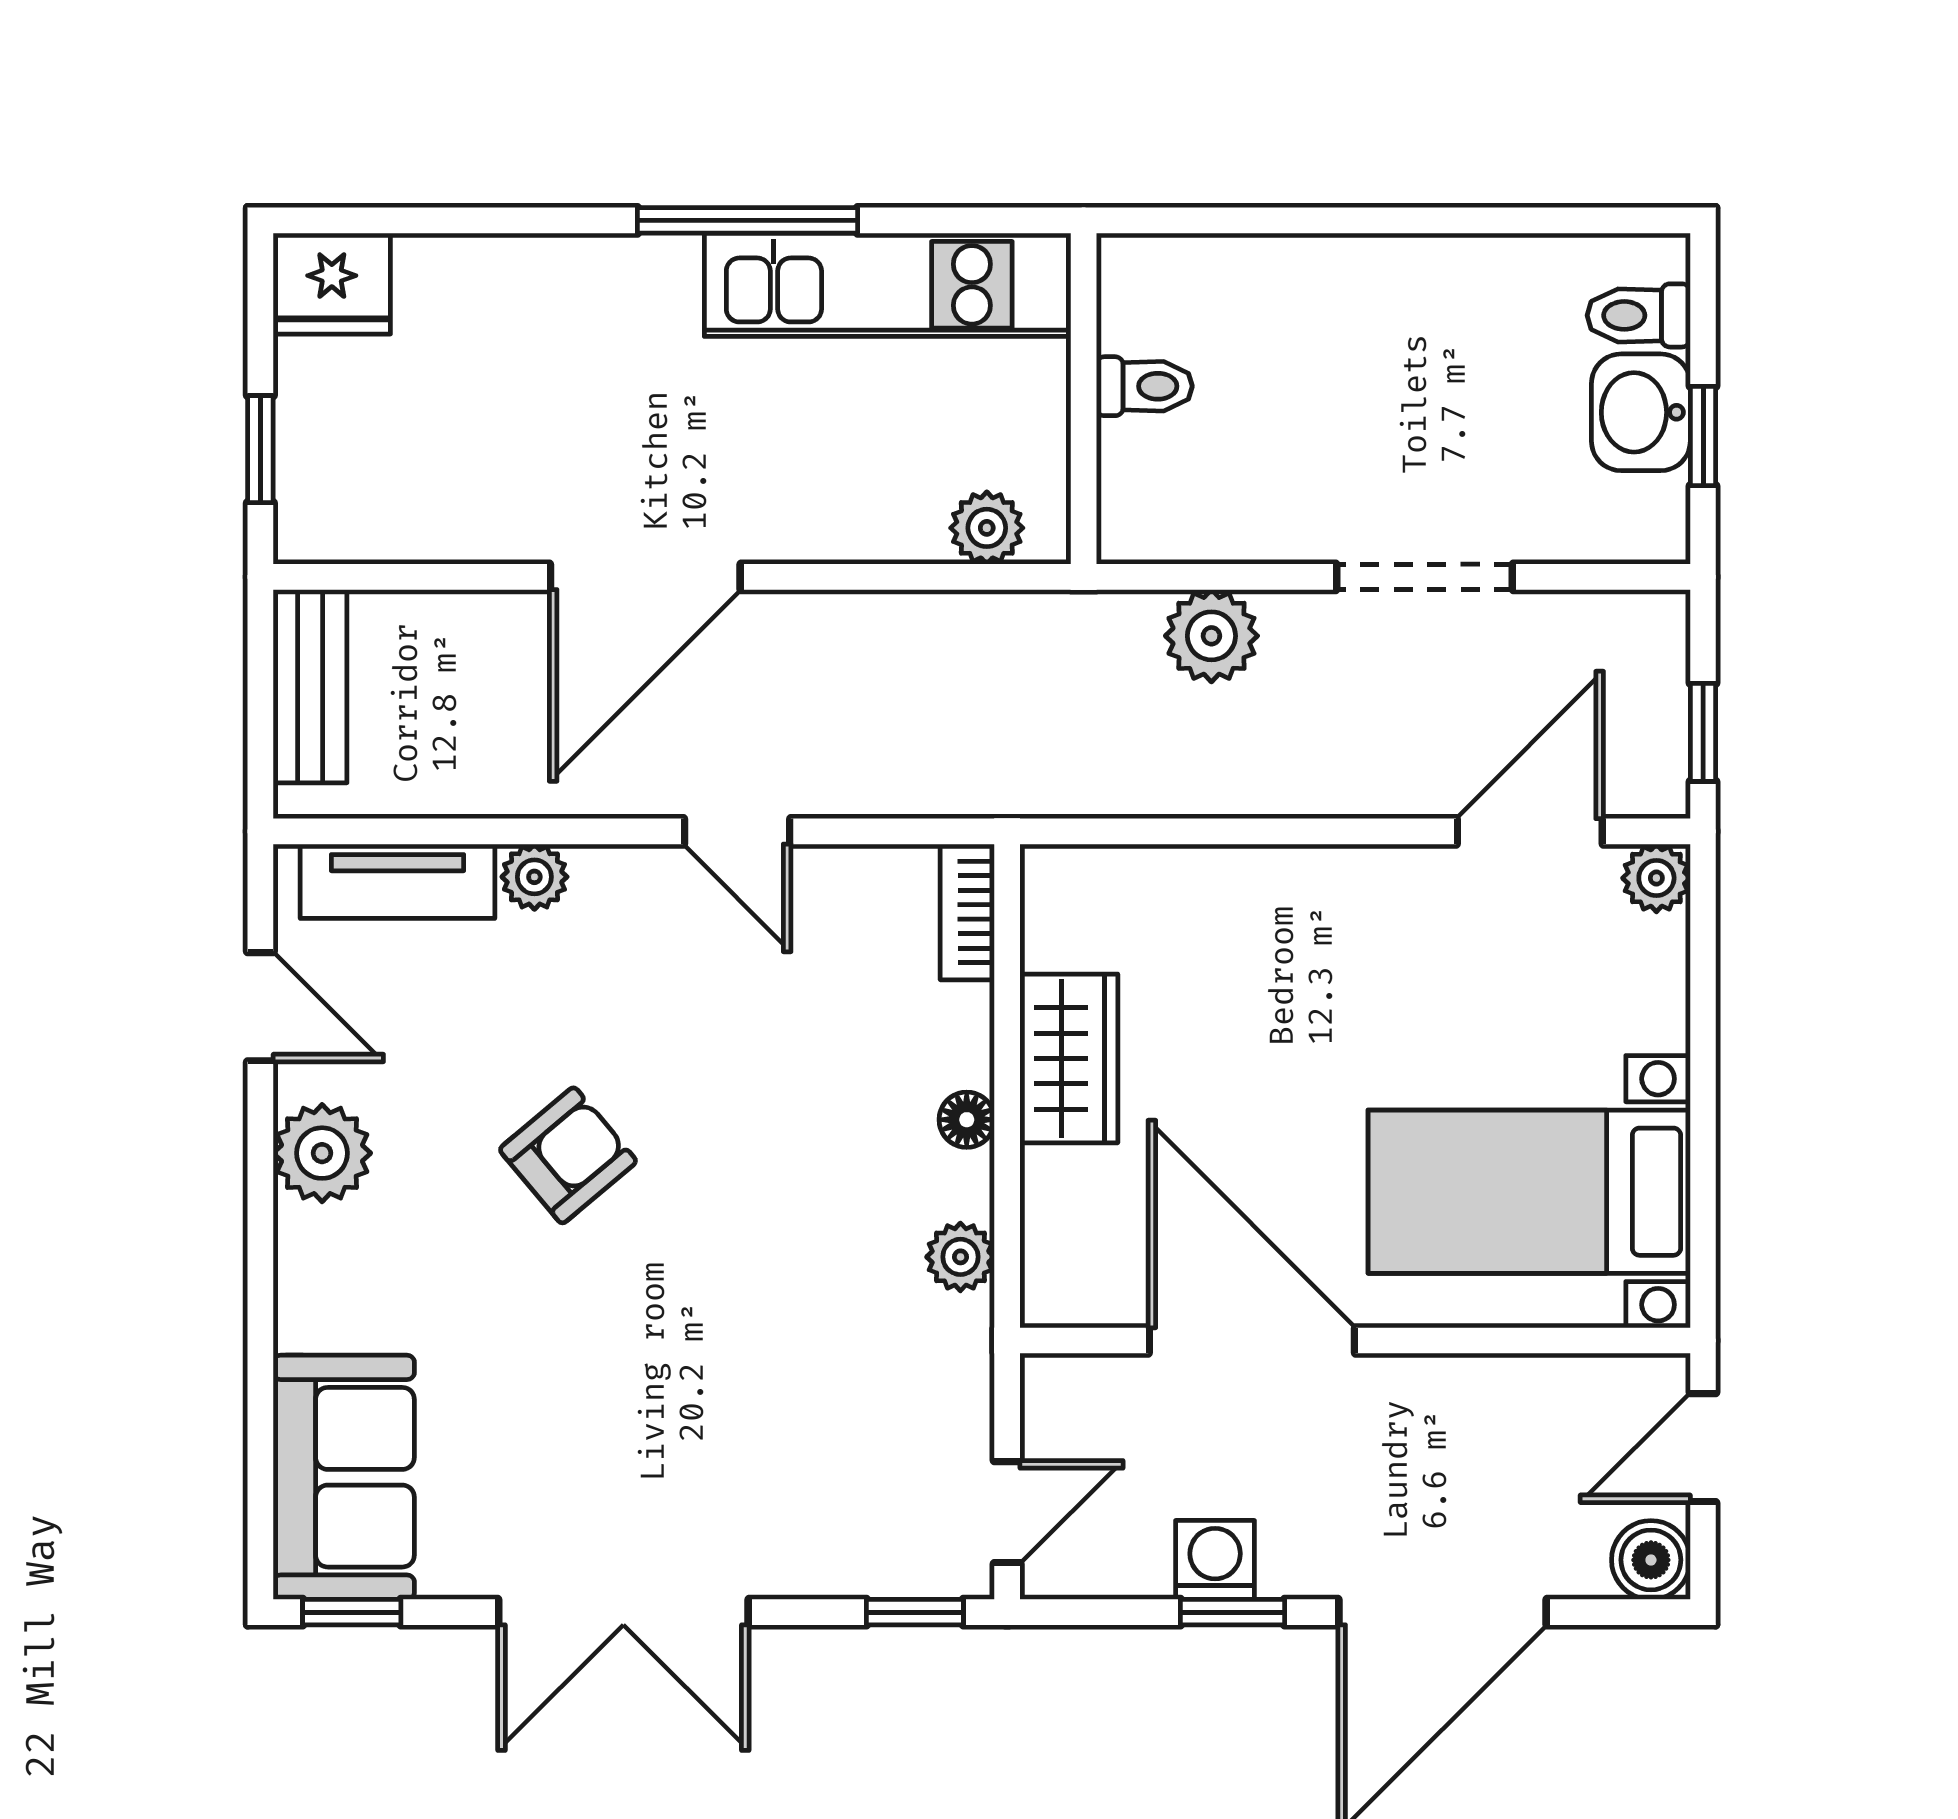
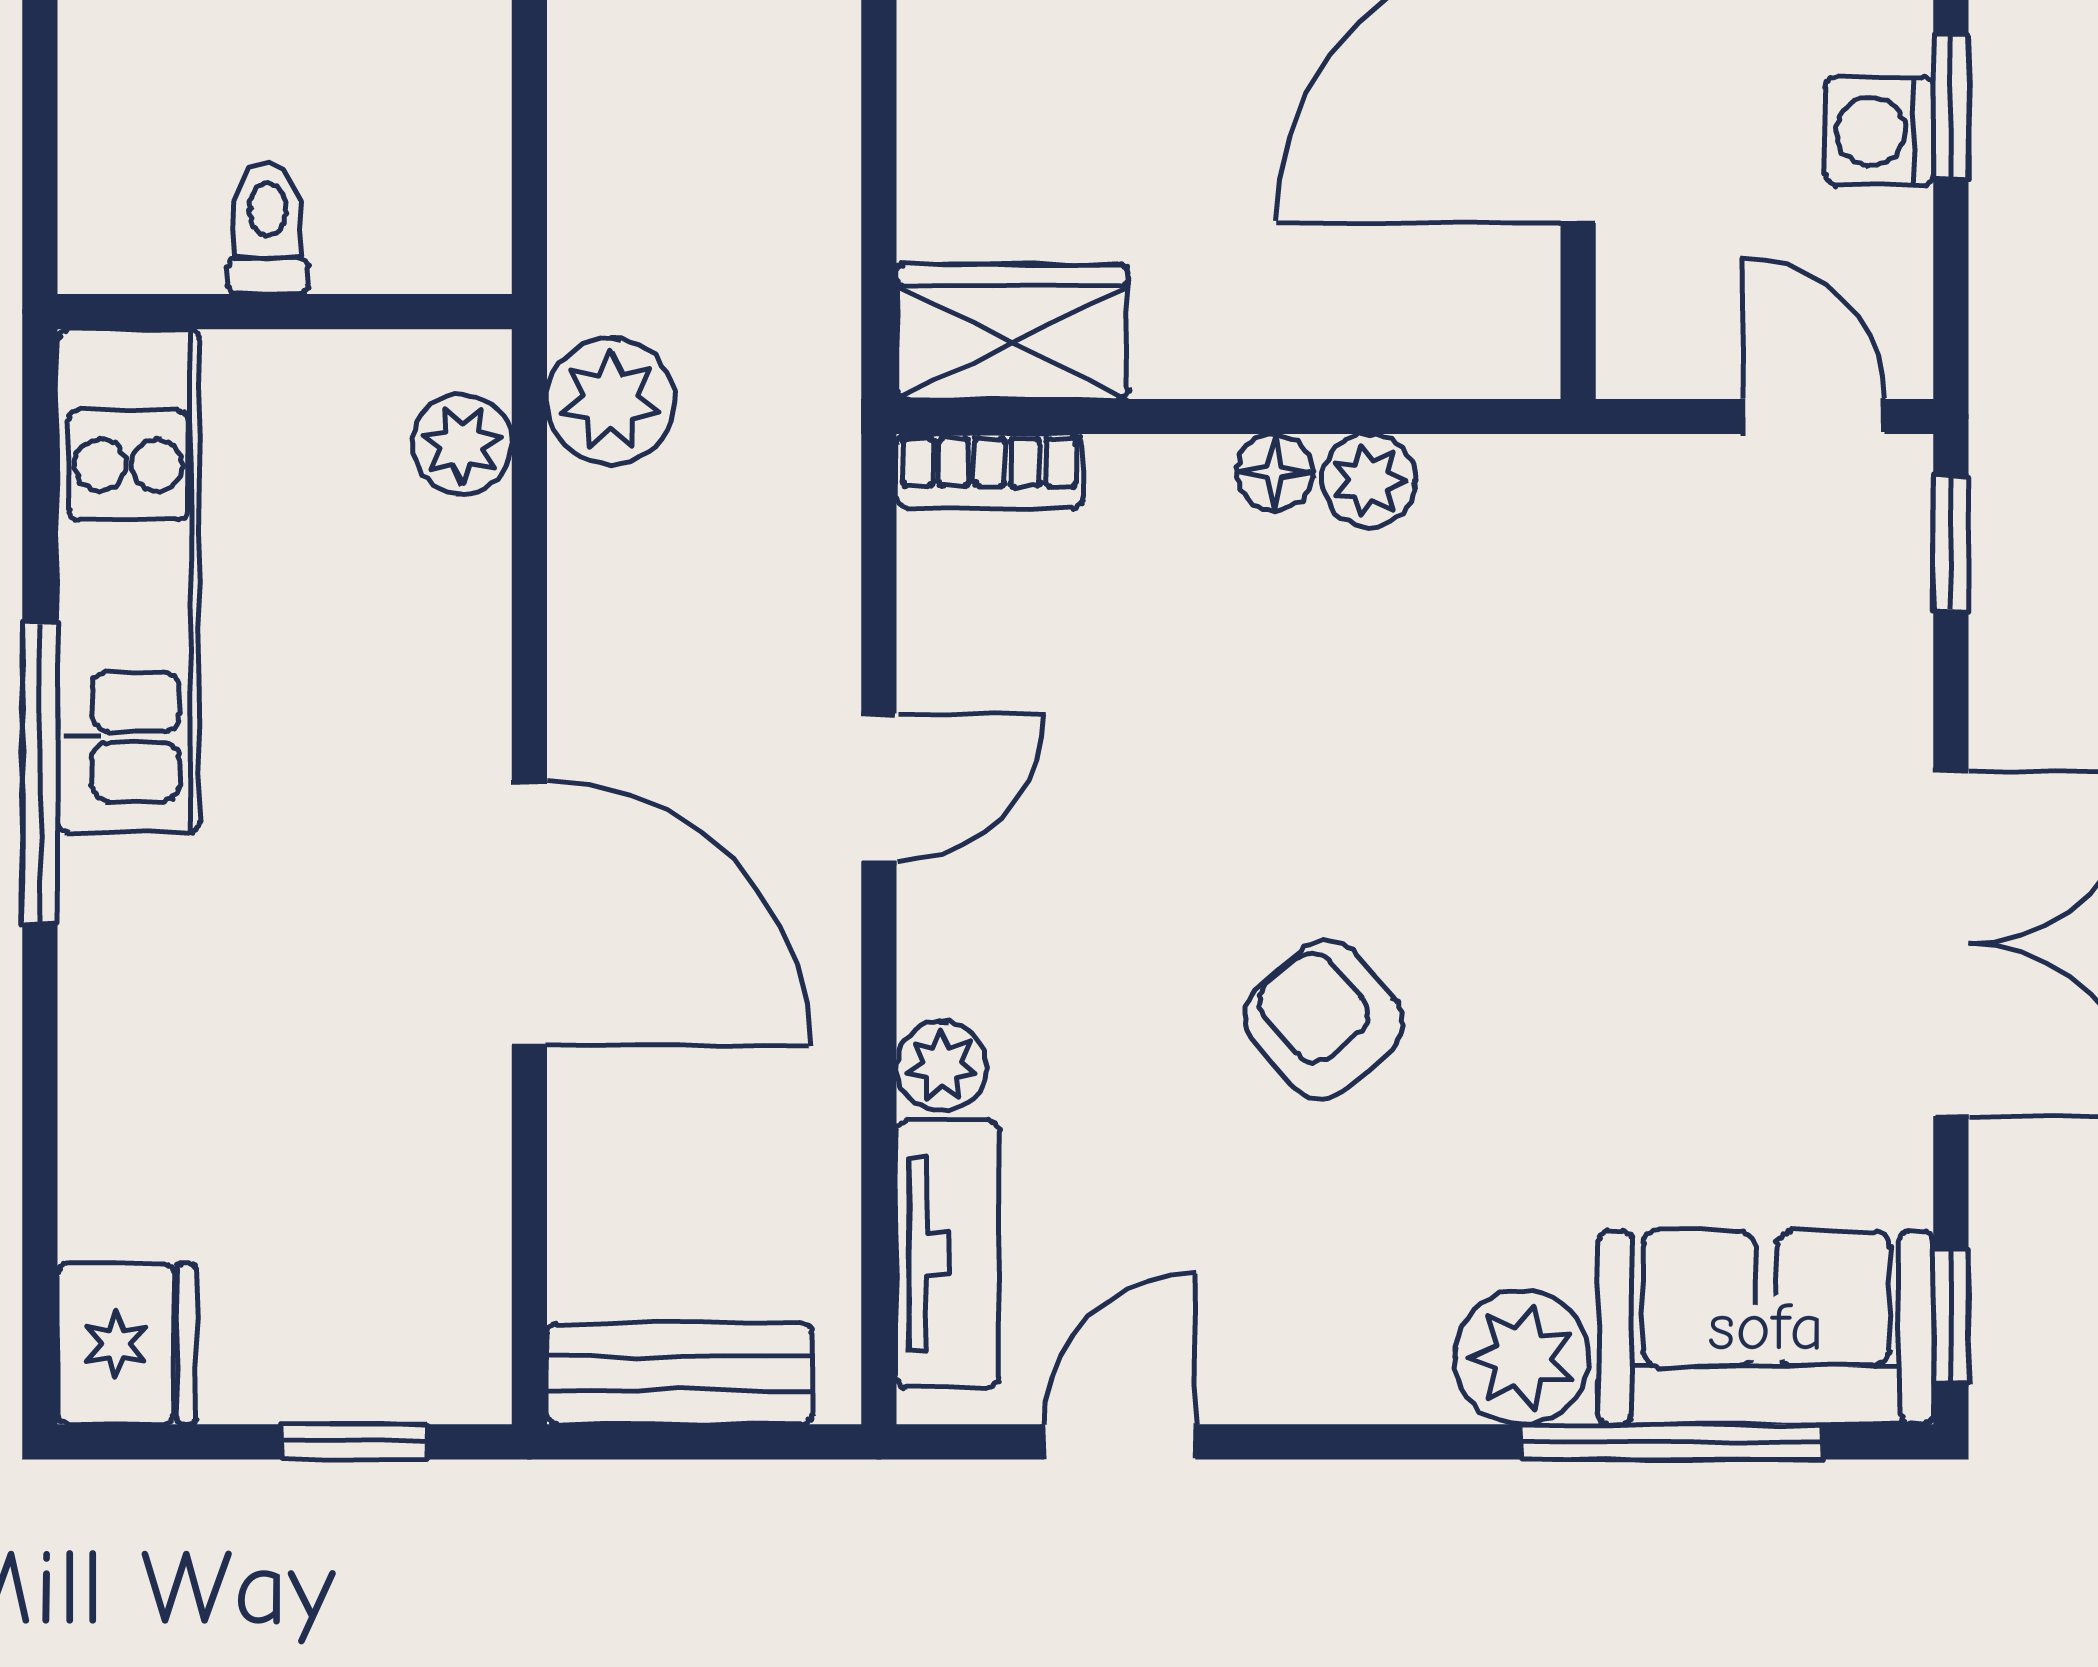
plant: (1211, 636) -> (610, 401), moved
wardrobe: (1069, 1058) -> (1012, 332), moved
plant: (322, 1153) -> (1522, 1357), moved
plant: (960, 1257) -> (1369, 481), moved
window: (260, 1408) -> (1671, 1442), added

